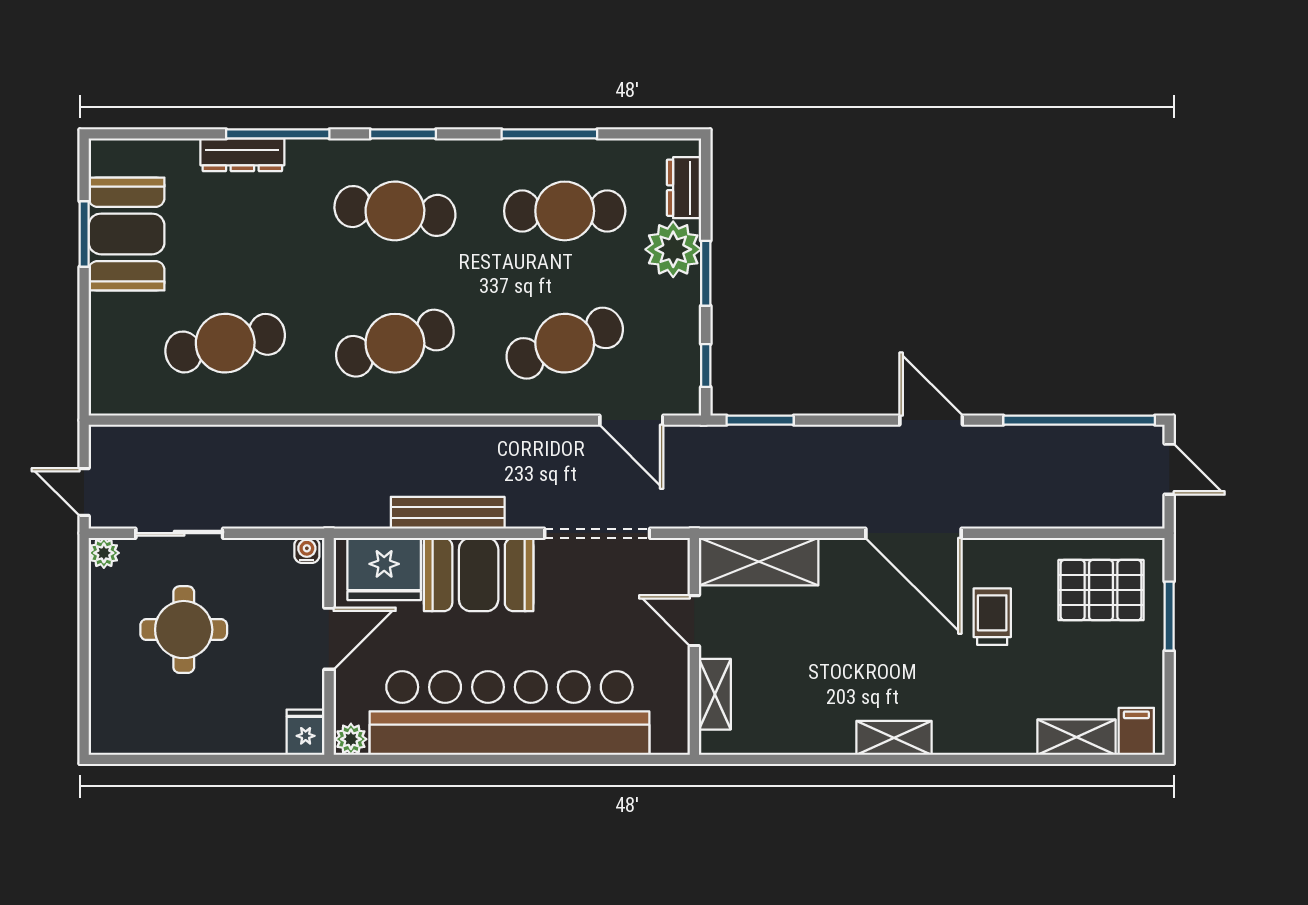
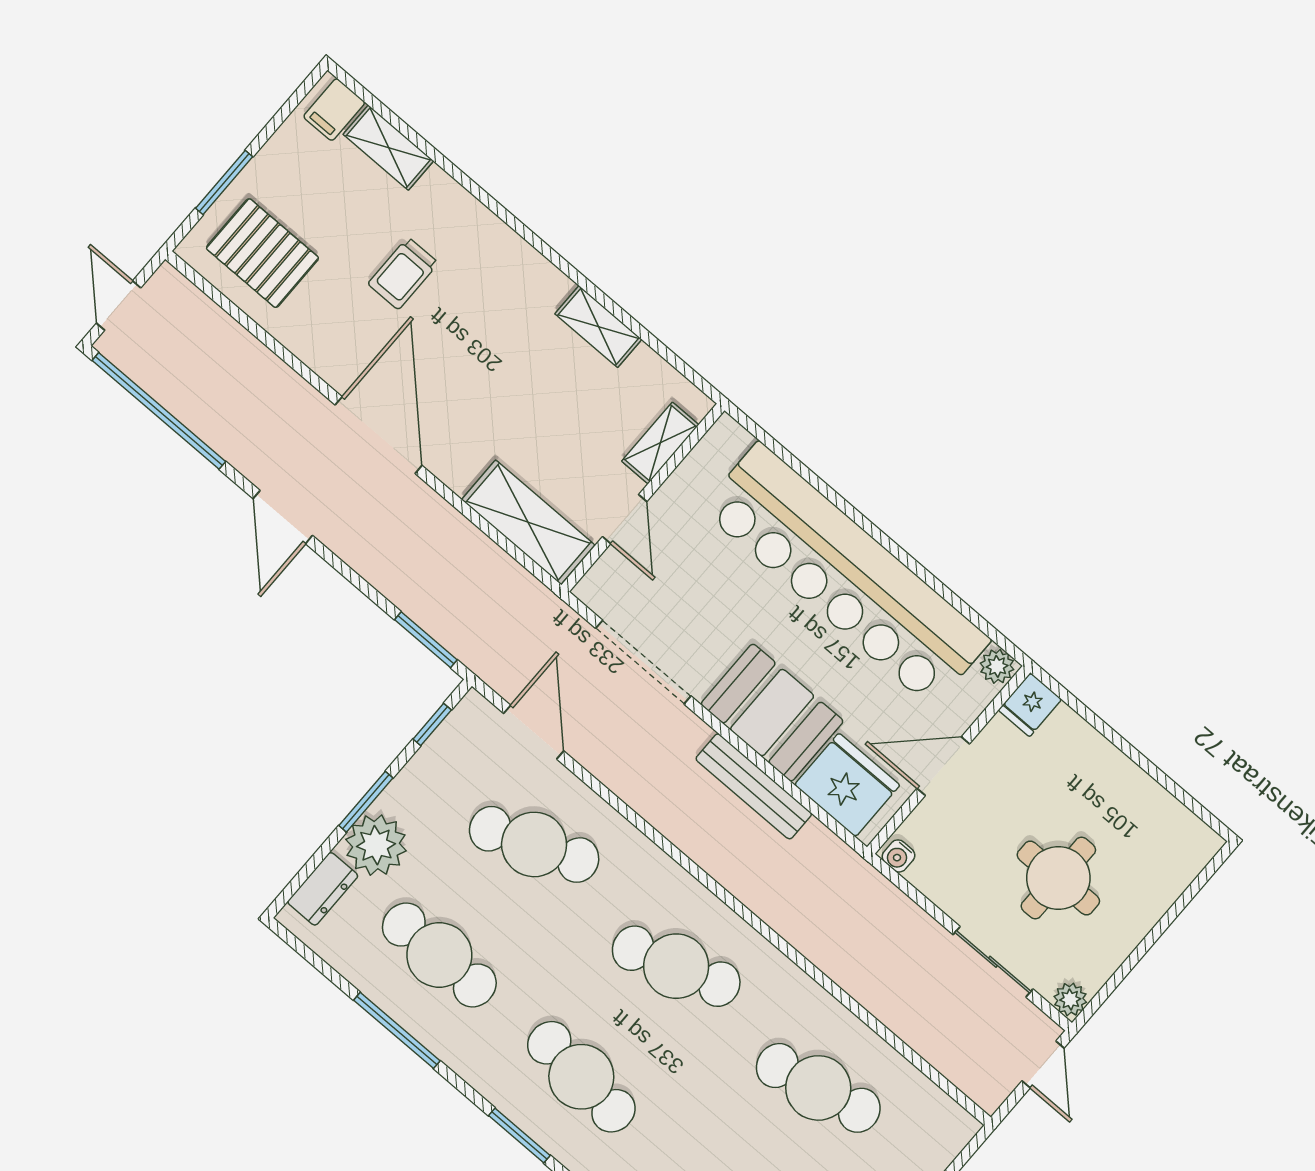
trolley: (992, 617) -> (403, 273), moved
shelving: (894, 738) -> (598, 327), moved

